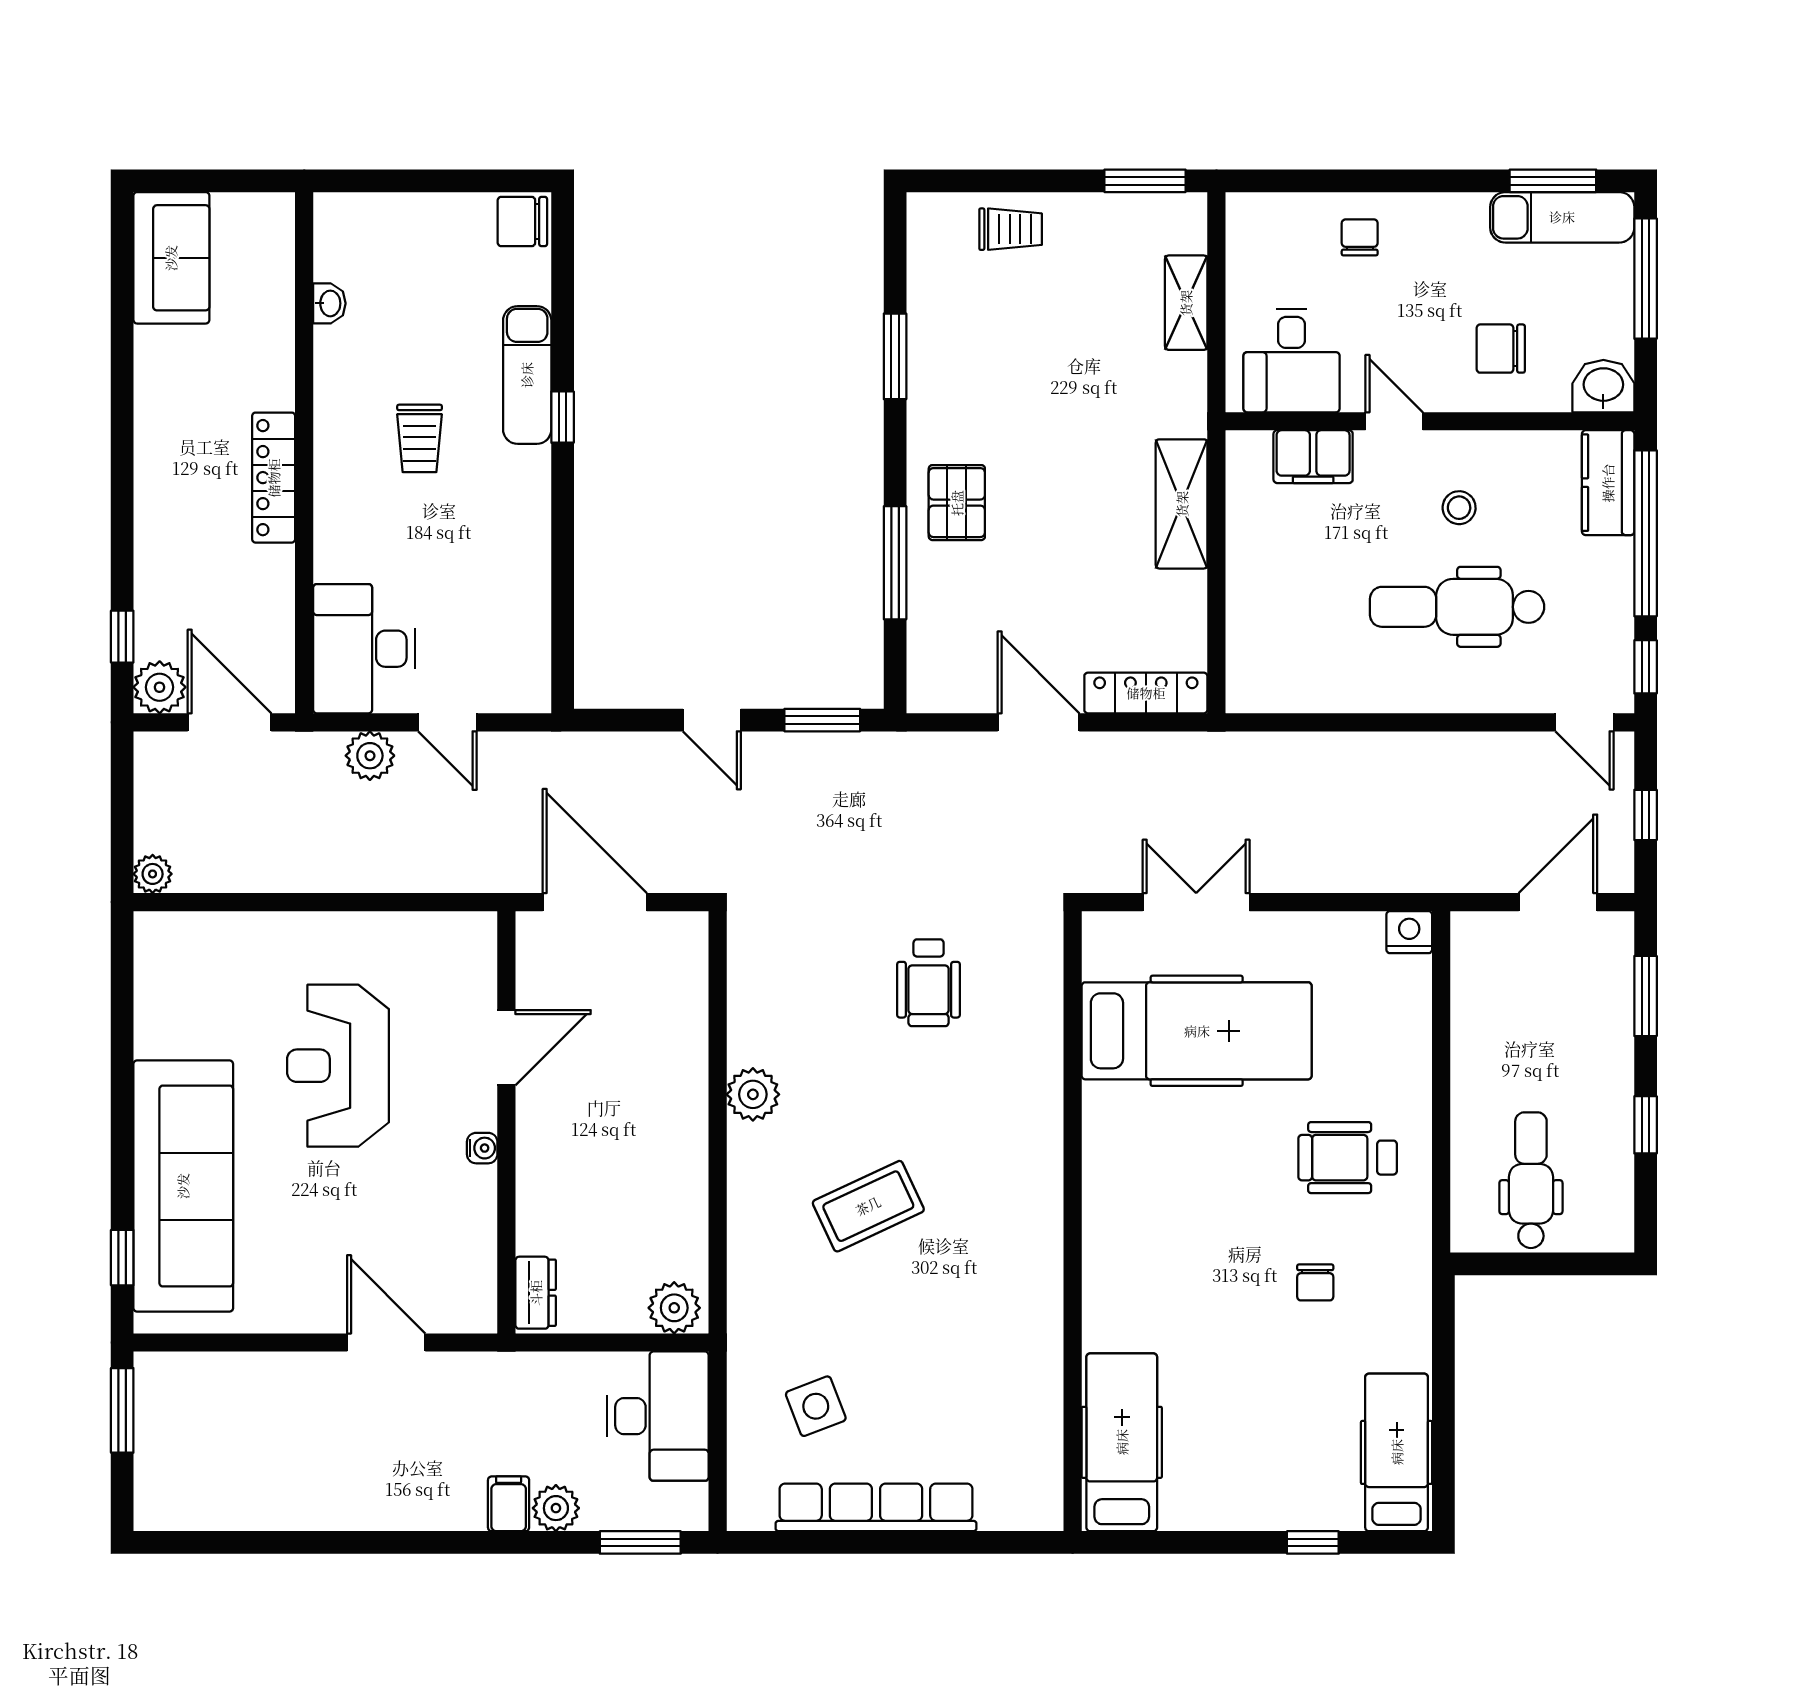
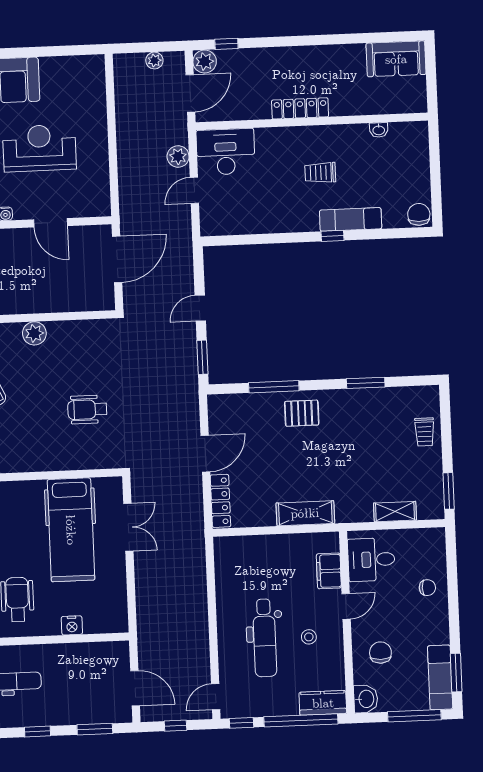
dental chair: (1457, 607) -> (265, 638), turned 180
plant: (153, 874) -> (154, 61), moved
nightstand: (1409, 932) -> (72, 625), moved, turned 90

